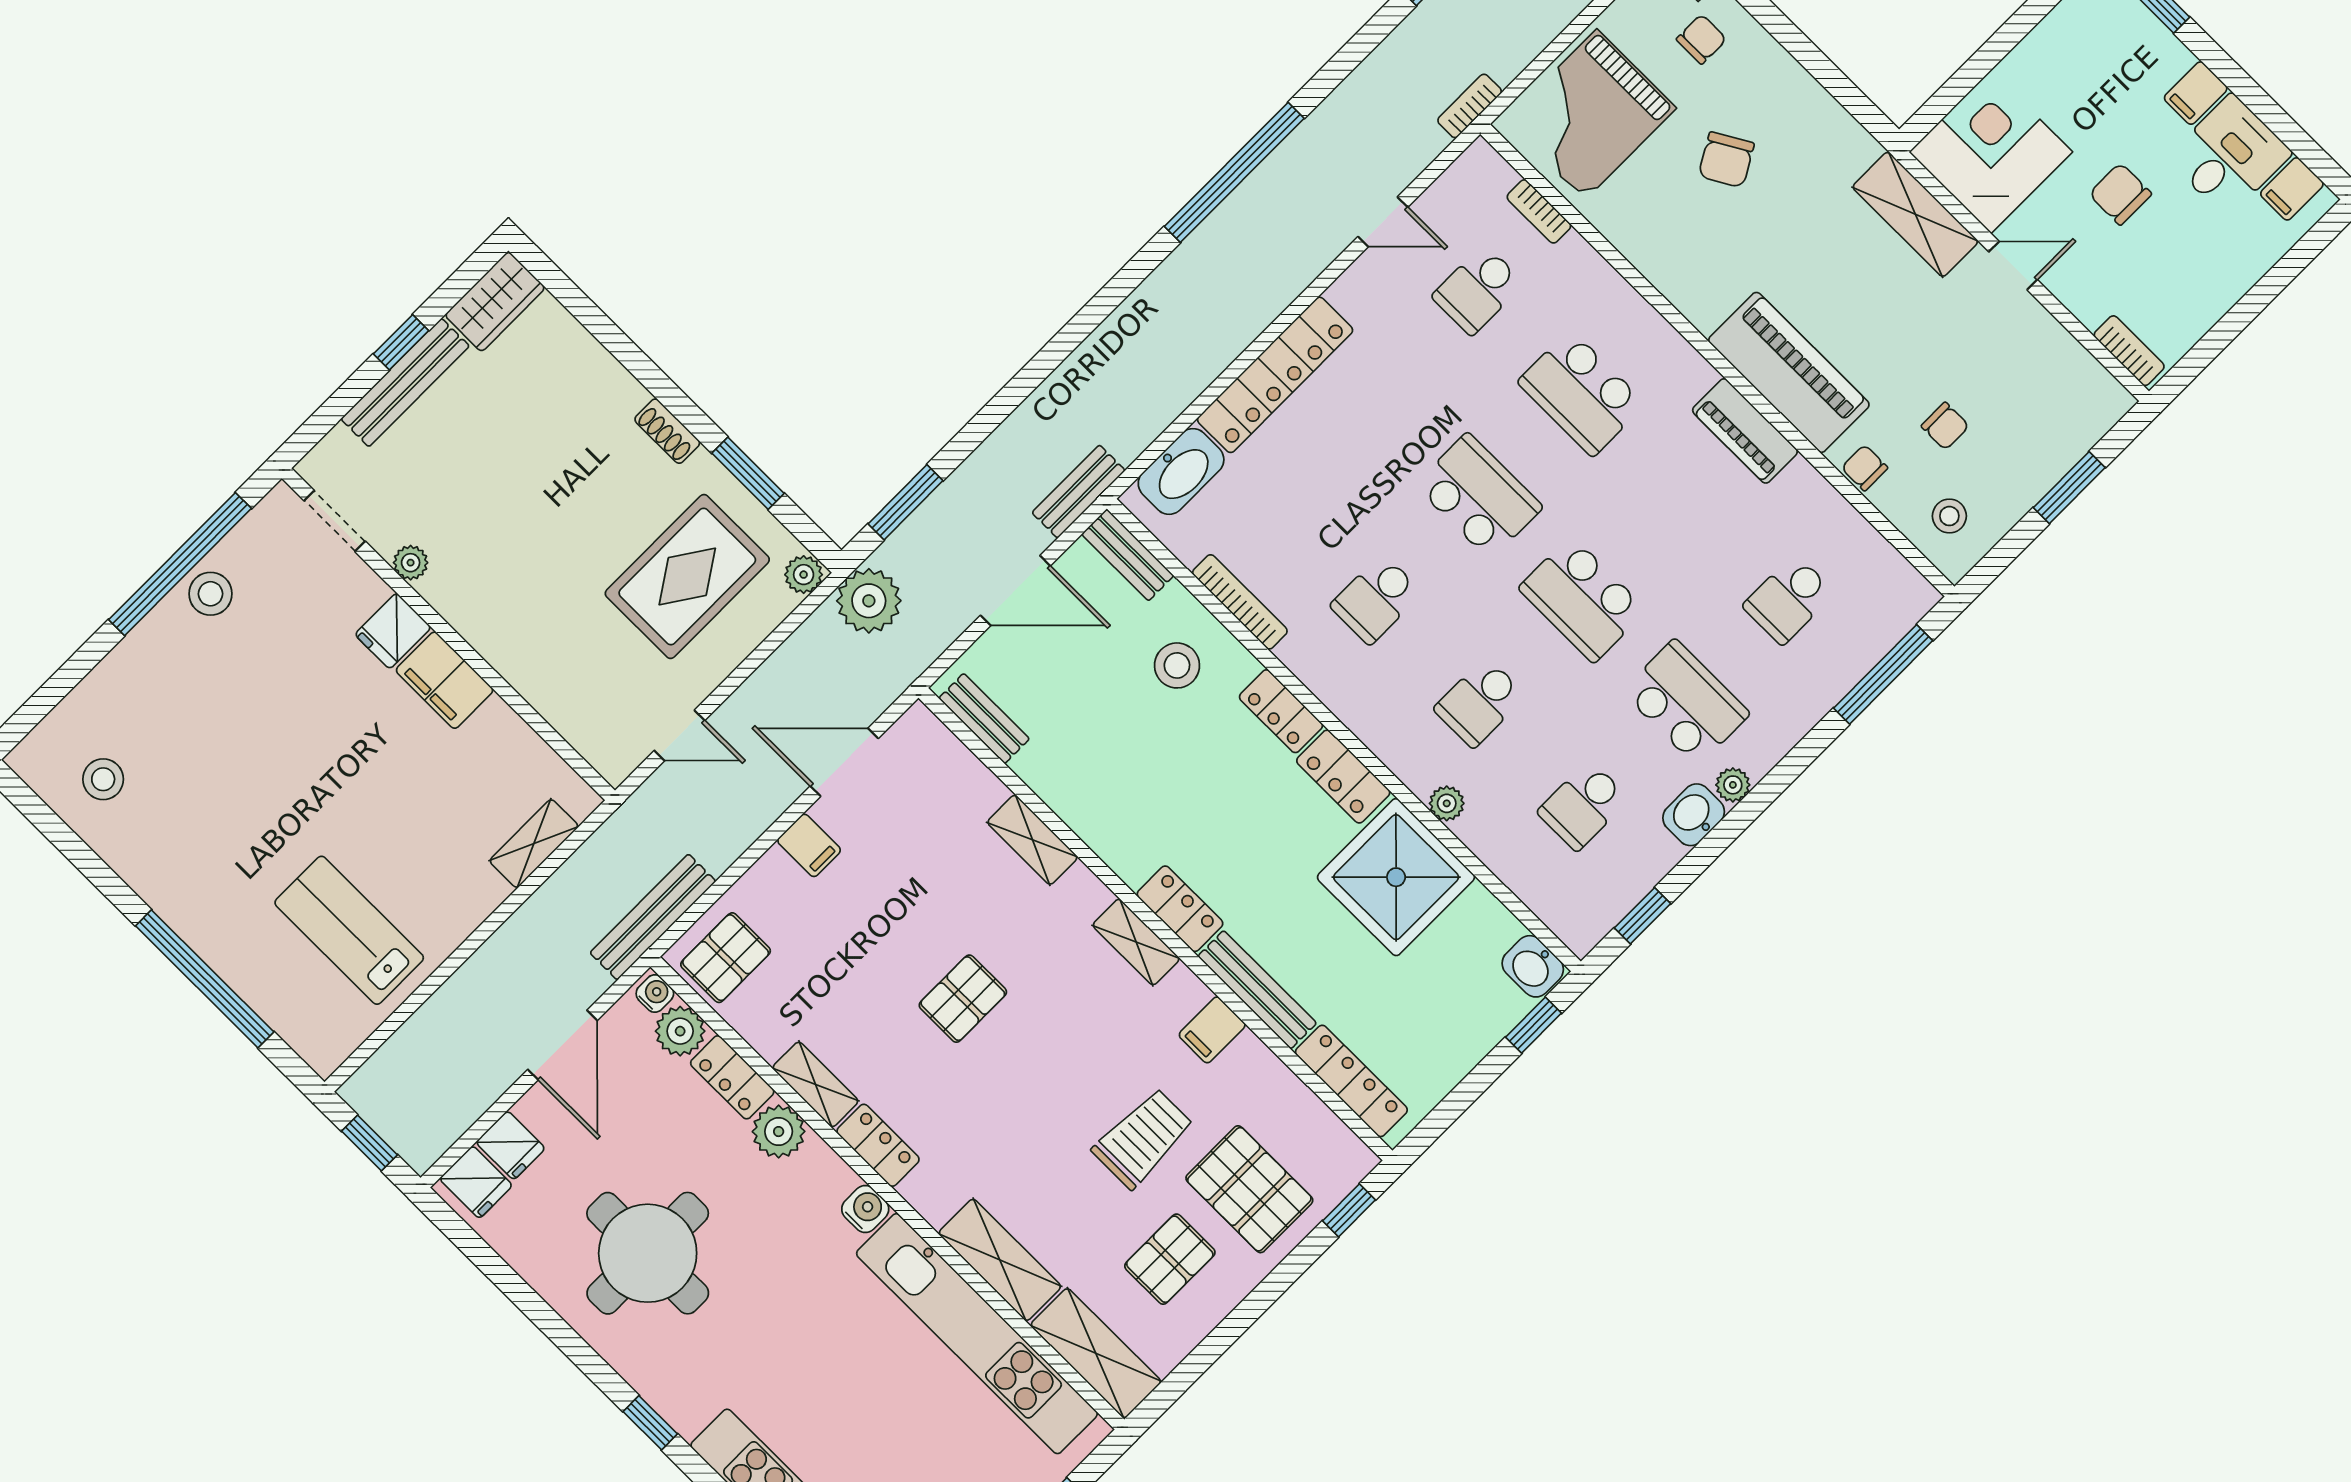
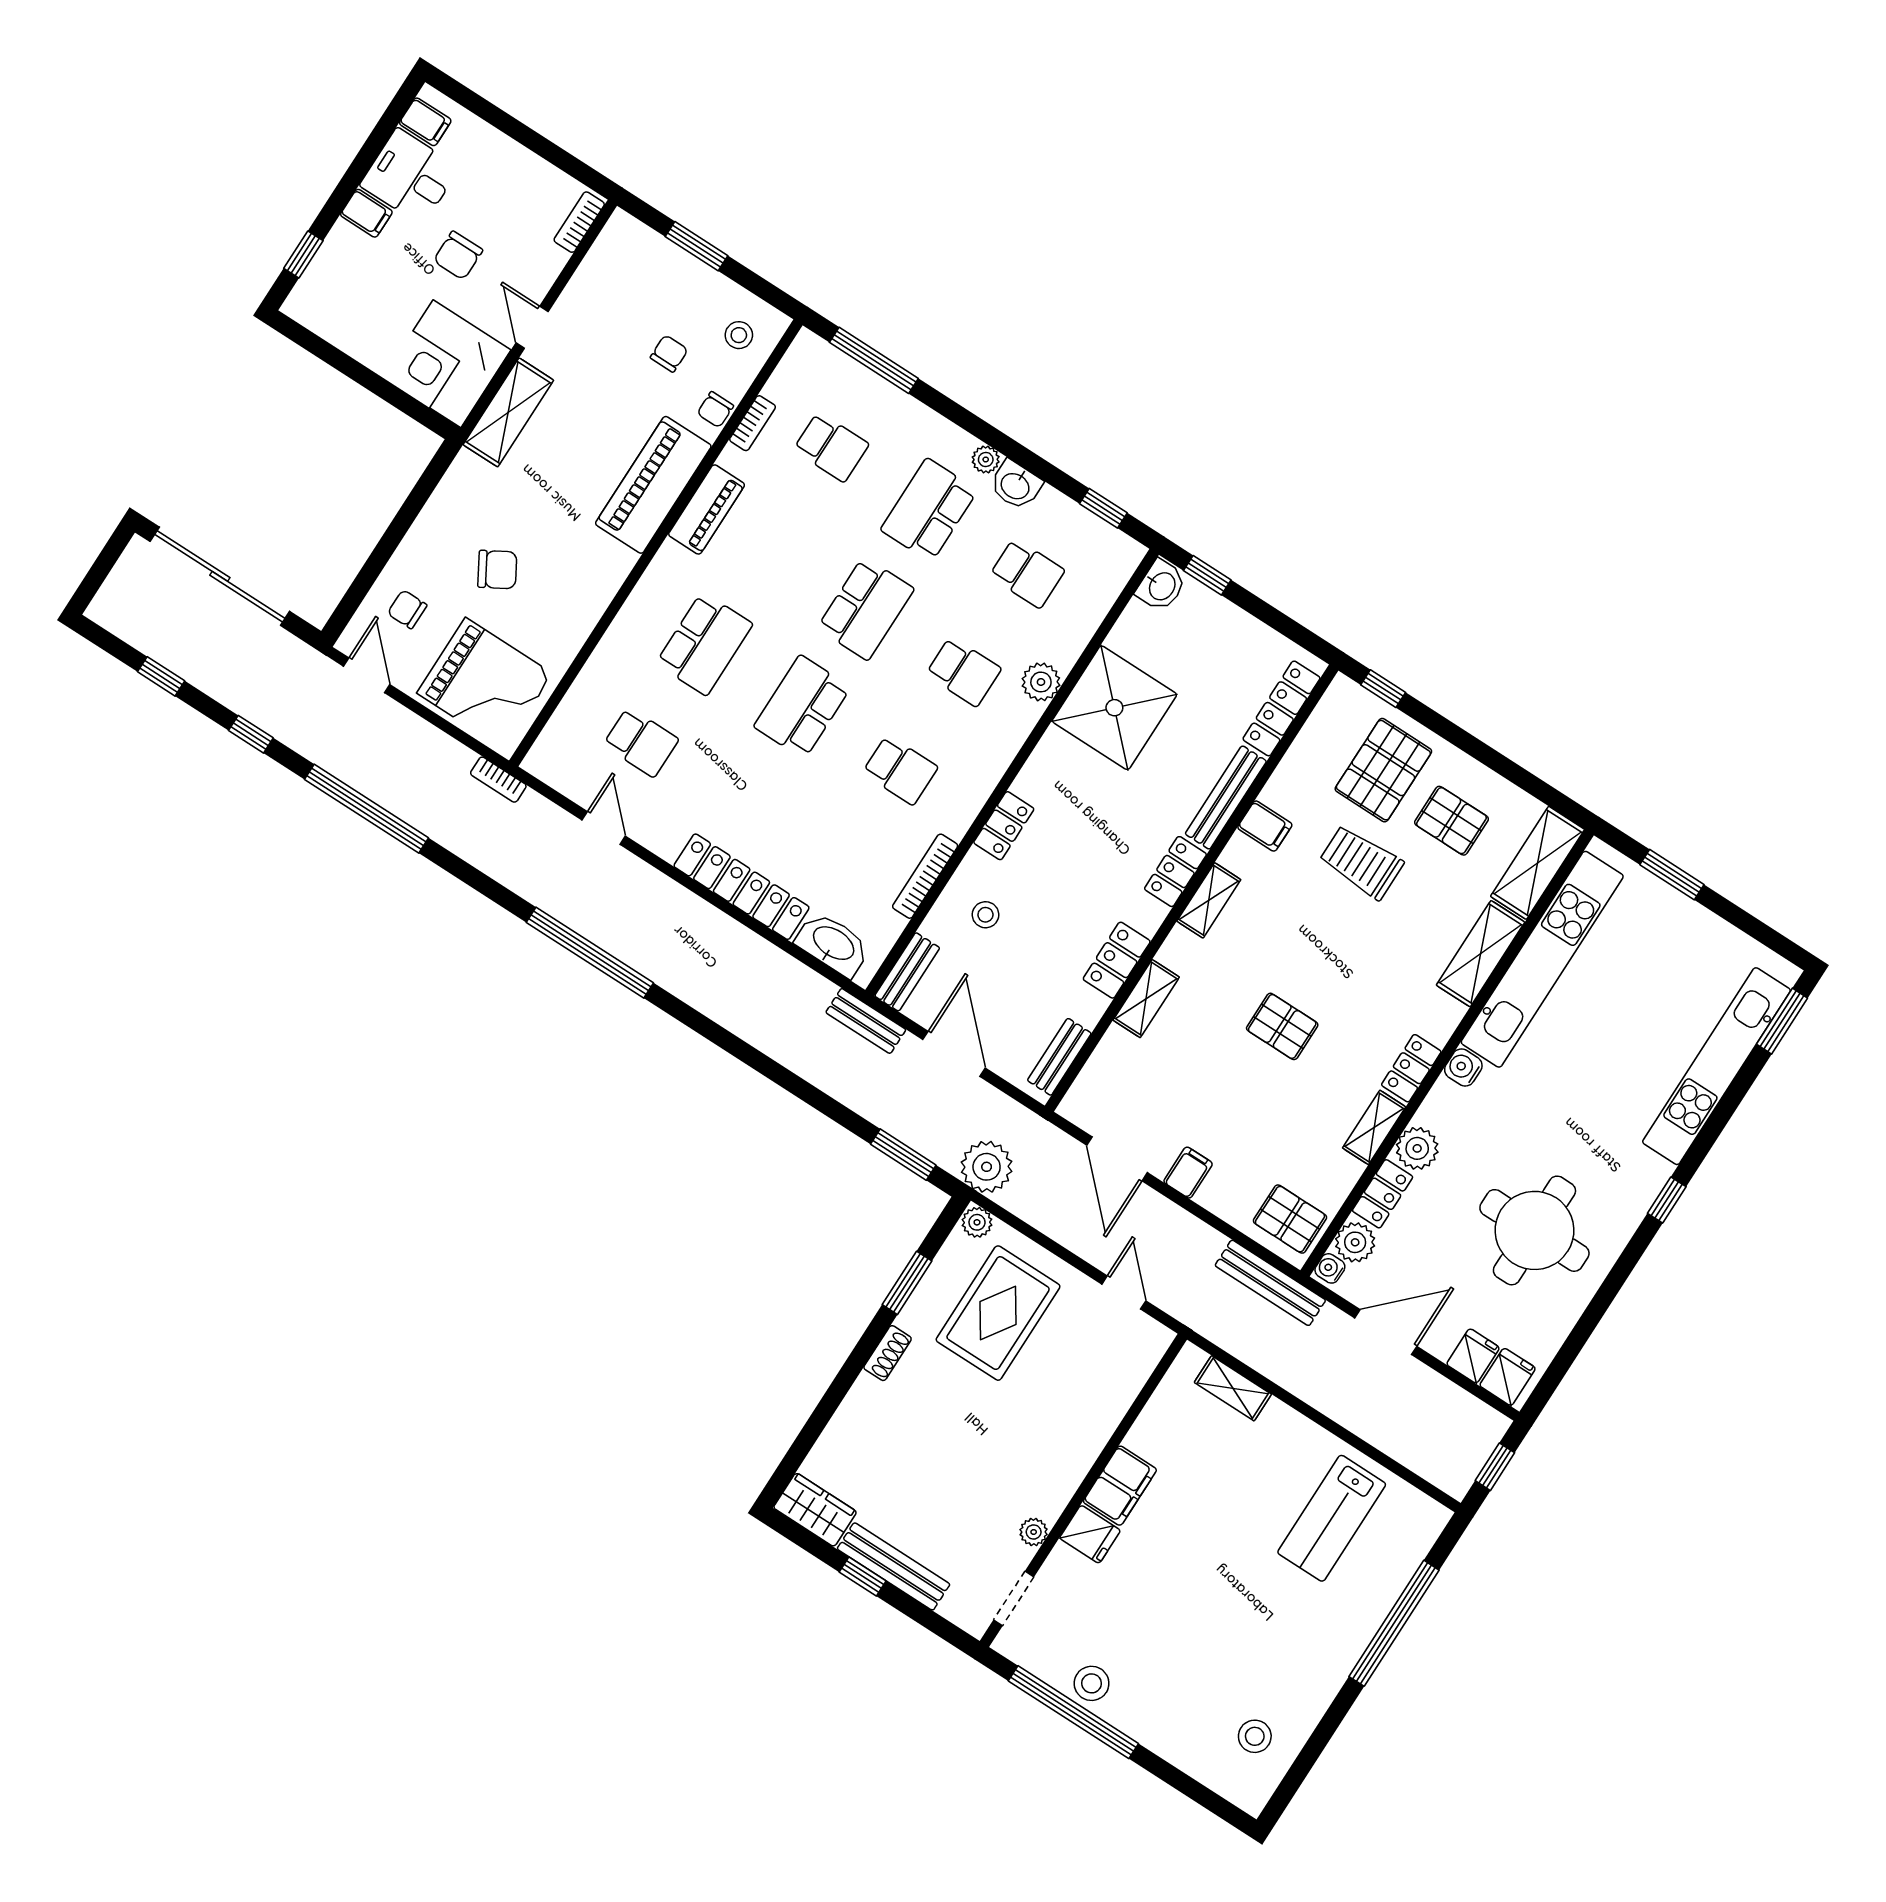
bookcase: (1539, 211) -> (753, 423), moved
rug: (687, 576) -> (998, 1313), turned 90
stool: (1177, 665) -> (985, 915), width x0.73, depth x0.73
locker: (1343, 777) -> (1117, 960), moved, turned 180
plant: (1447, 803) -> (1041, 682), width x1.38, depth x1.38

